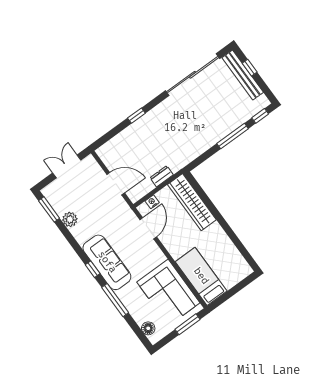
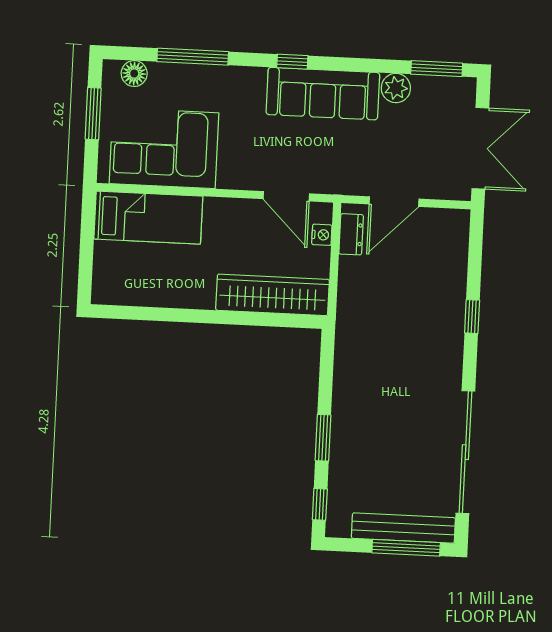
window: (250, 68) -> (406, 548), width x2.17
window: (233, 136) -> (323, 438), width x0.69
double door: (67, 166) -> (480, 148), width x1.37
dresser: (162, 176) -> (351, 234), moved
sofa: (107, 262) -> (323, 94), moved
window: (115, 300) -> (193, 57), moved
window: (188, 324) -> (93, 114), moved

